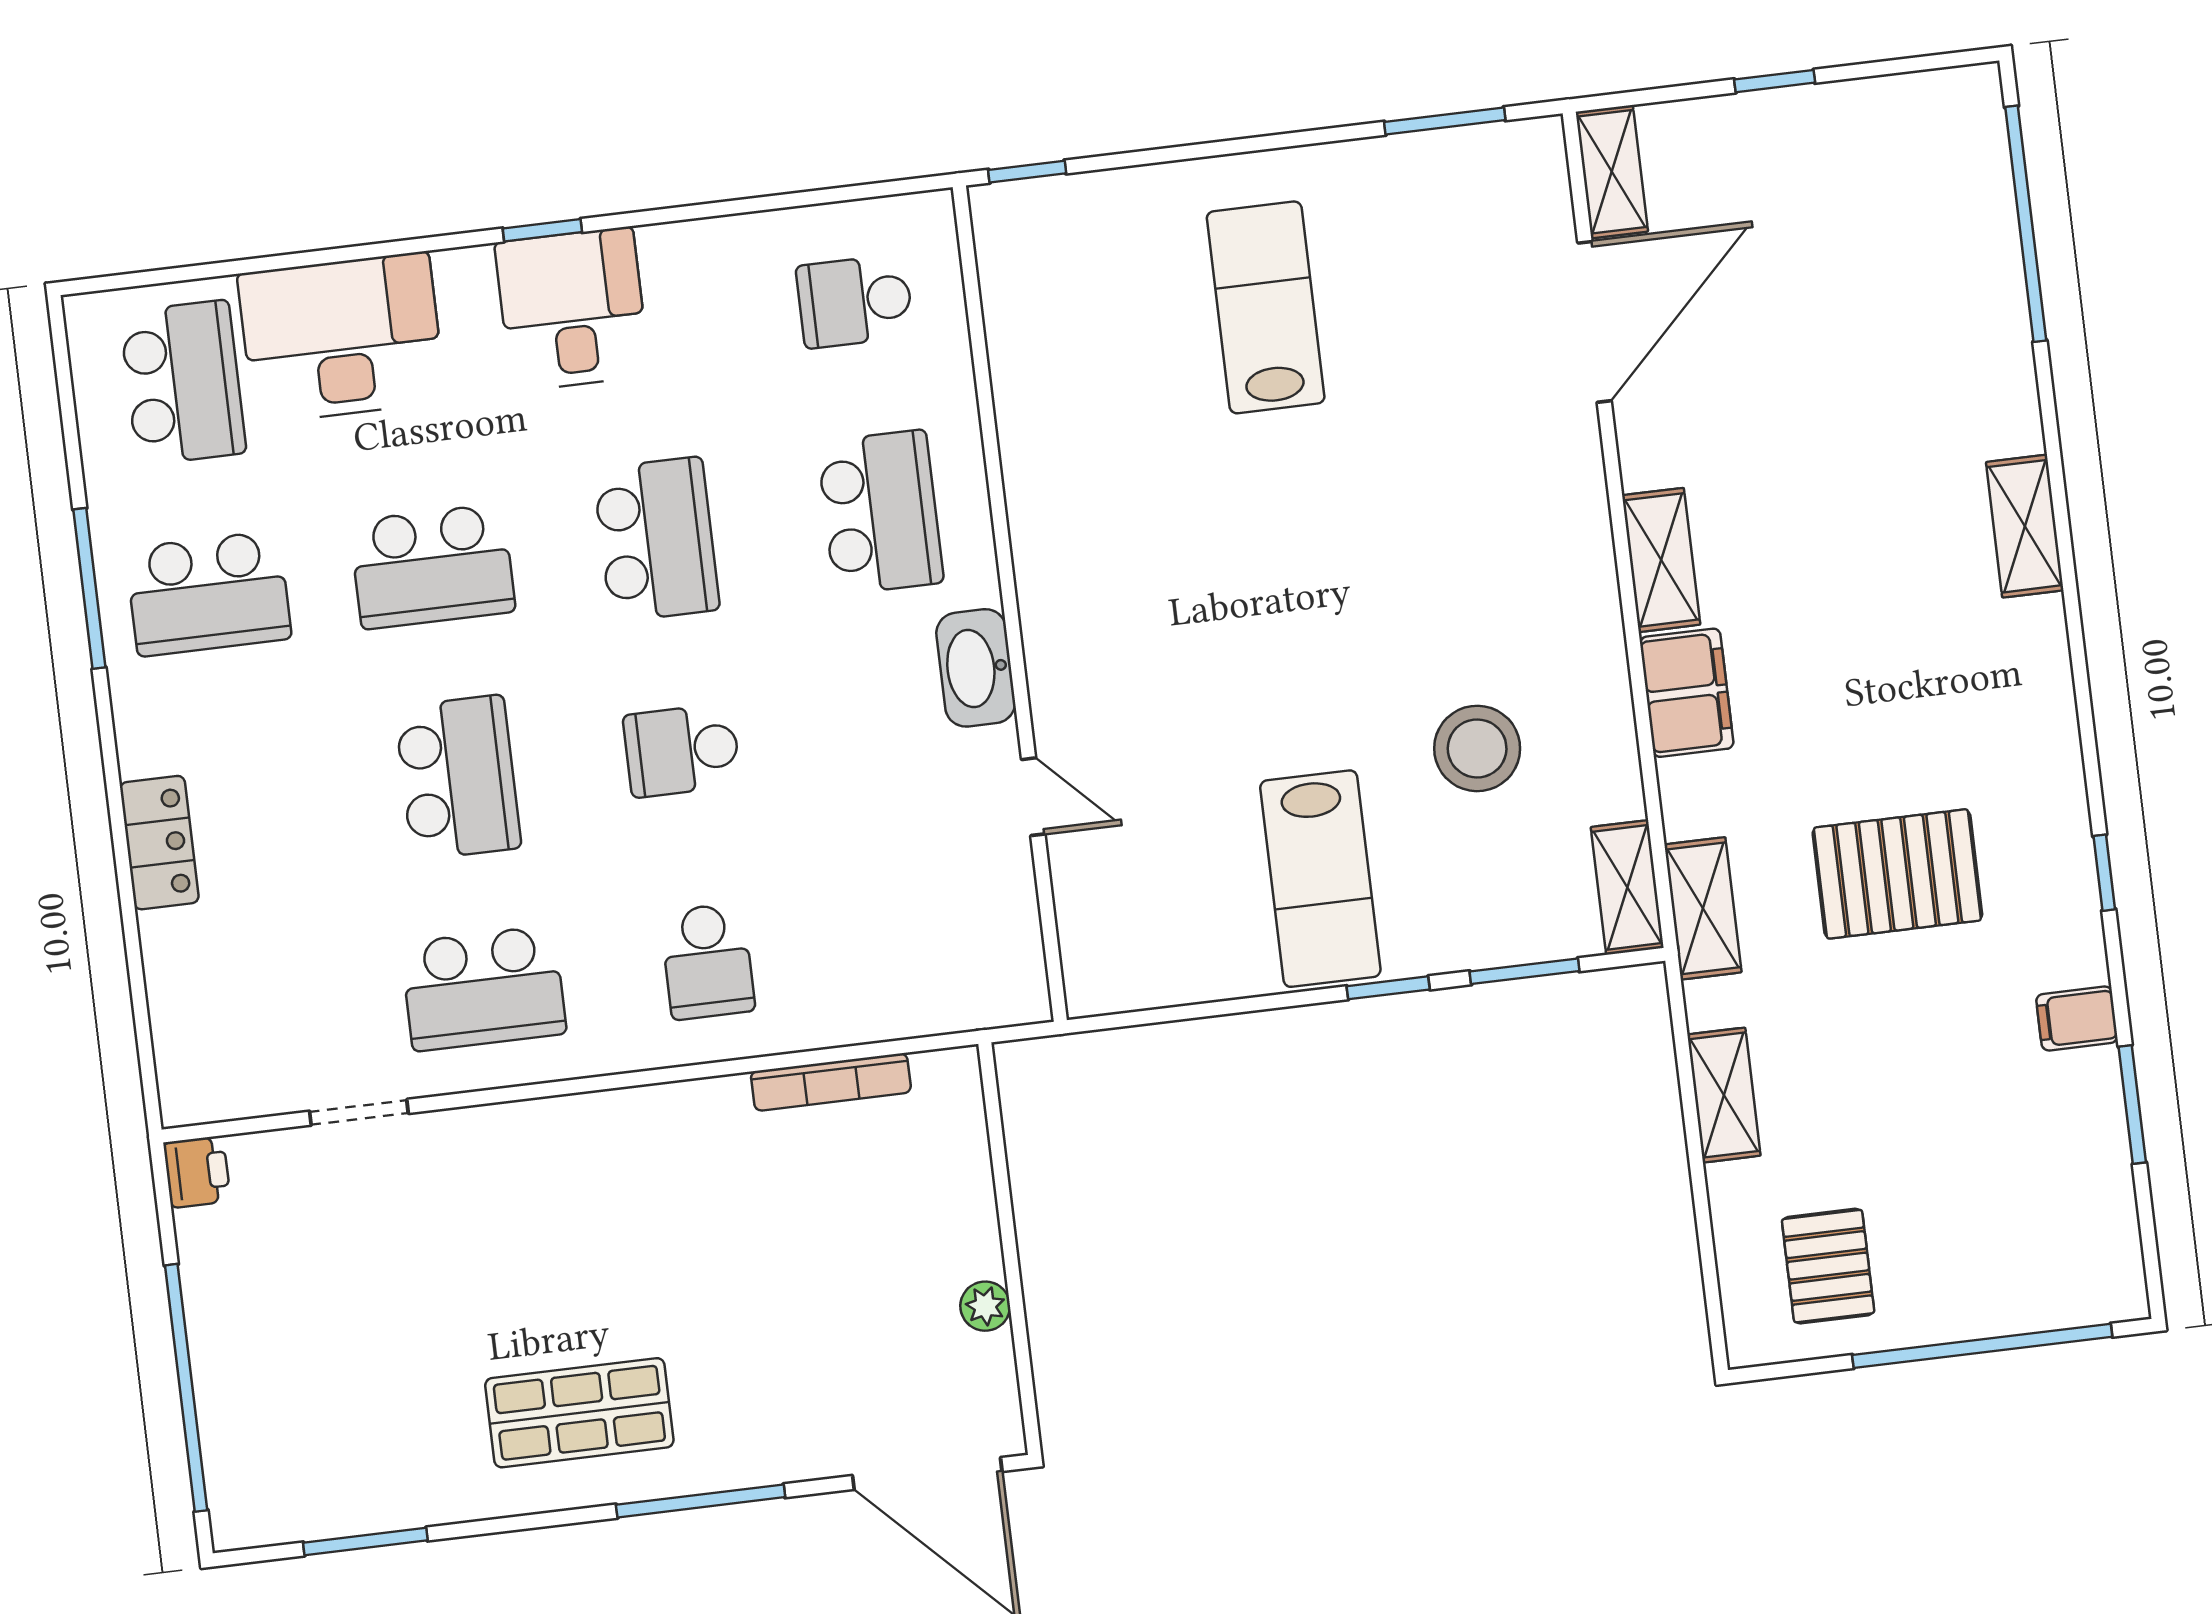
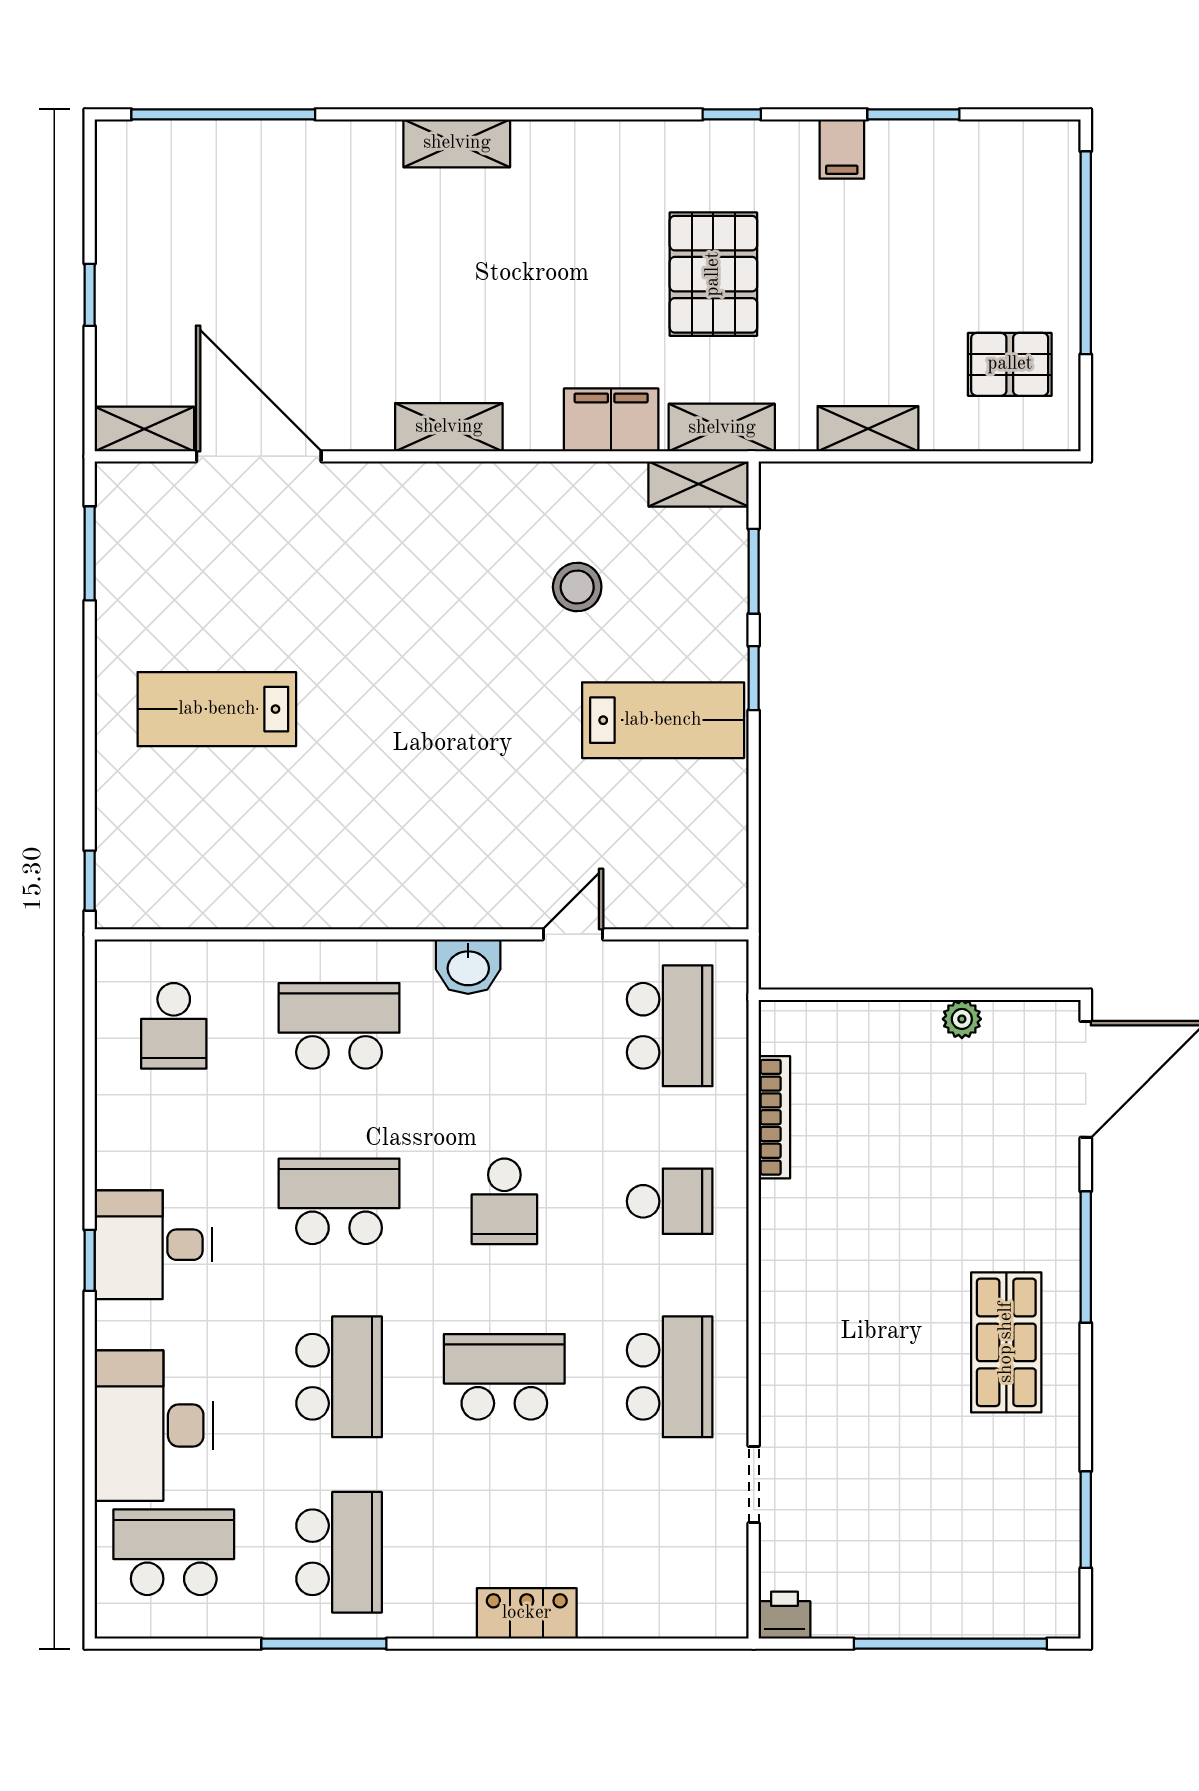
washbasin: (976, 668) -> (468, 967), width x0.72
filing cabinet: (1687, 693) -> (611, 420), moved
stool: (1477, 748) -> (577, 587), width x0.73, depth x0.73
school desk: (931, 934) -> (670, 1026), added

